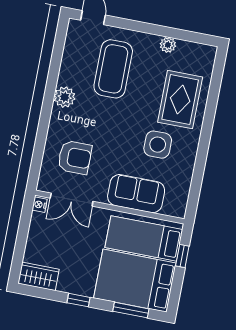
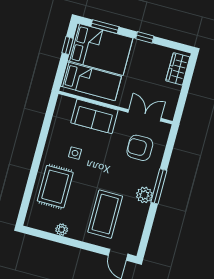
window: (47, 110) -> (159, 186), added
side table: (158, 145) -> (75, 153), width x0.54, depth x0.54
nightstand: (40, 205) -> (170, 113), removed
window: (182, 256) -> (68, 46), moved
wardrobe: (38, 276) -> (178, 69), moved, turned 90

